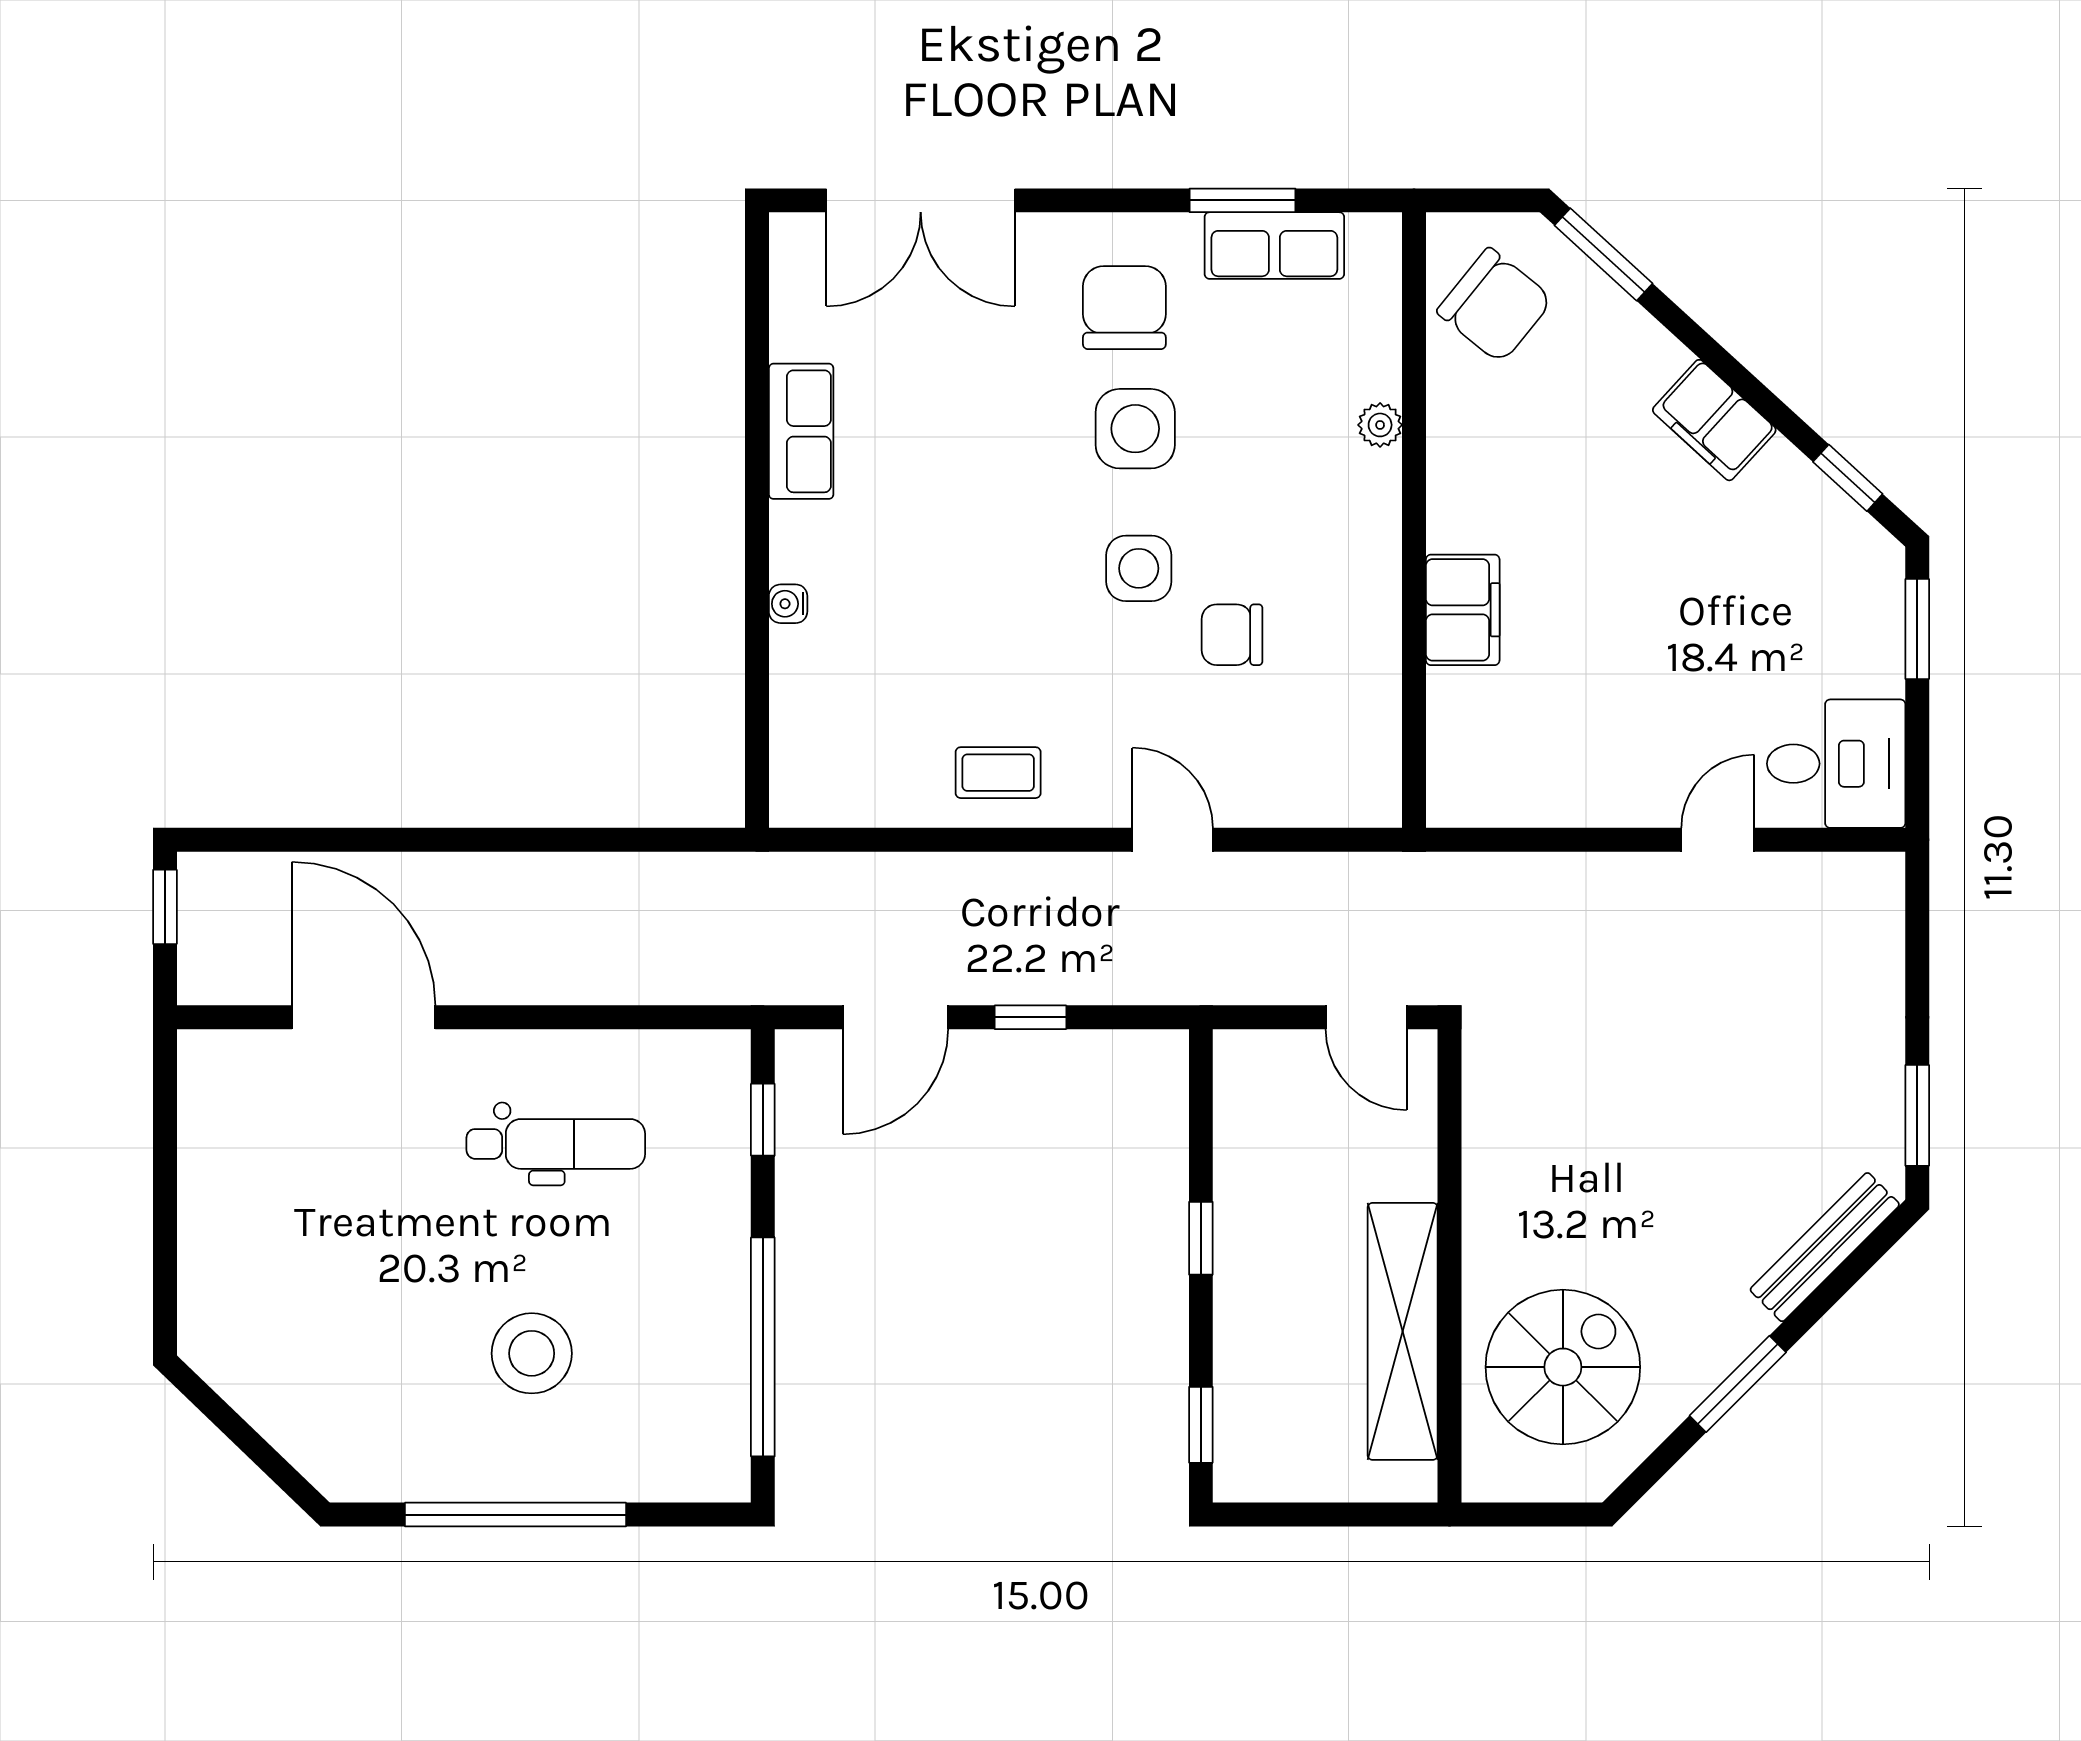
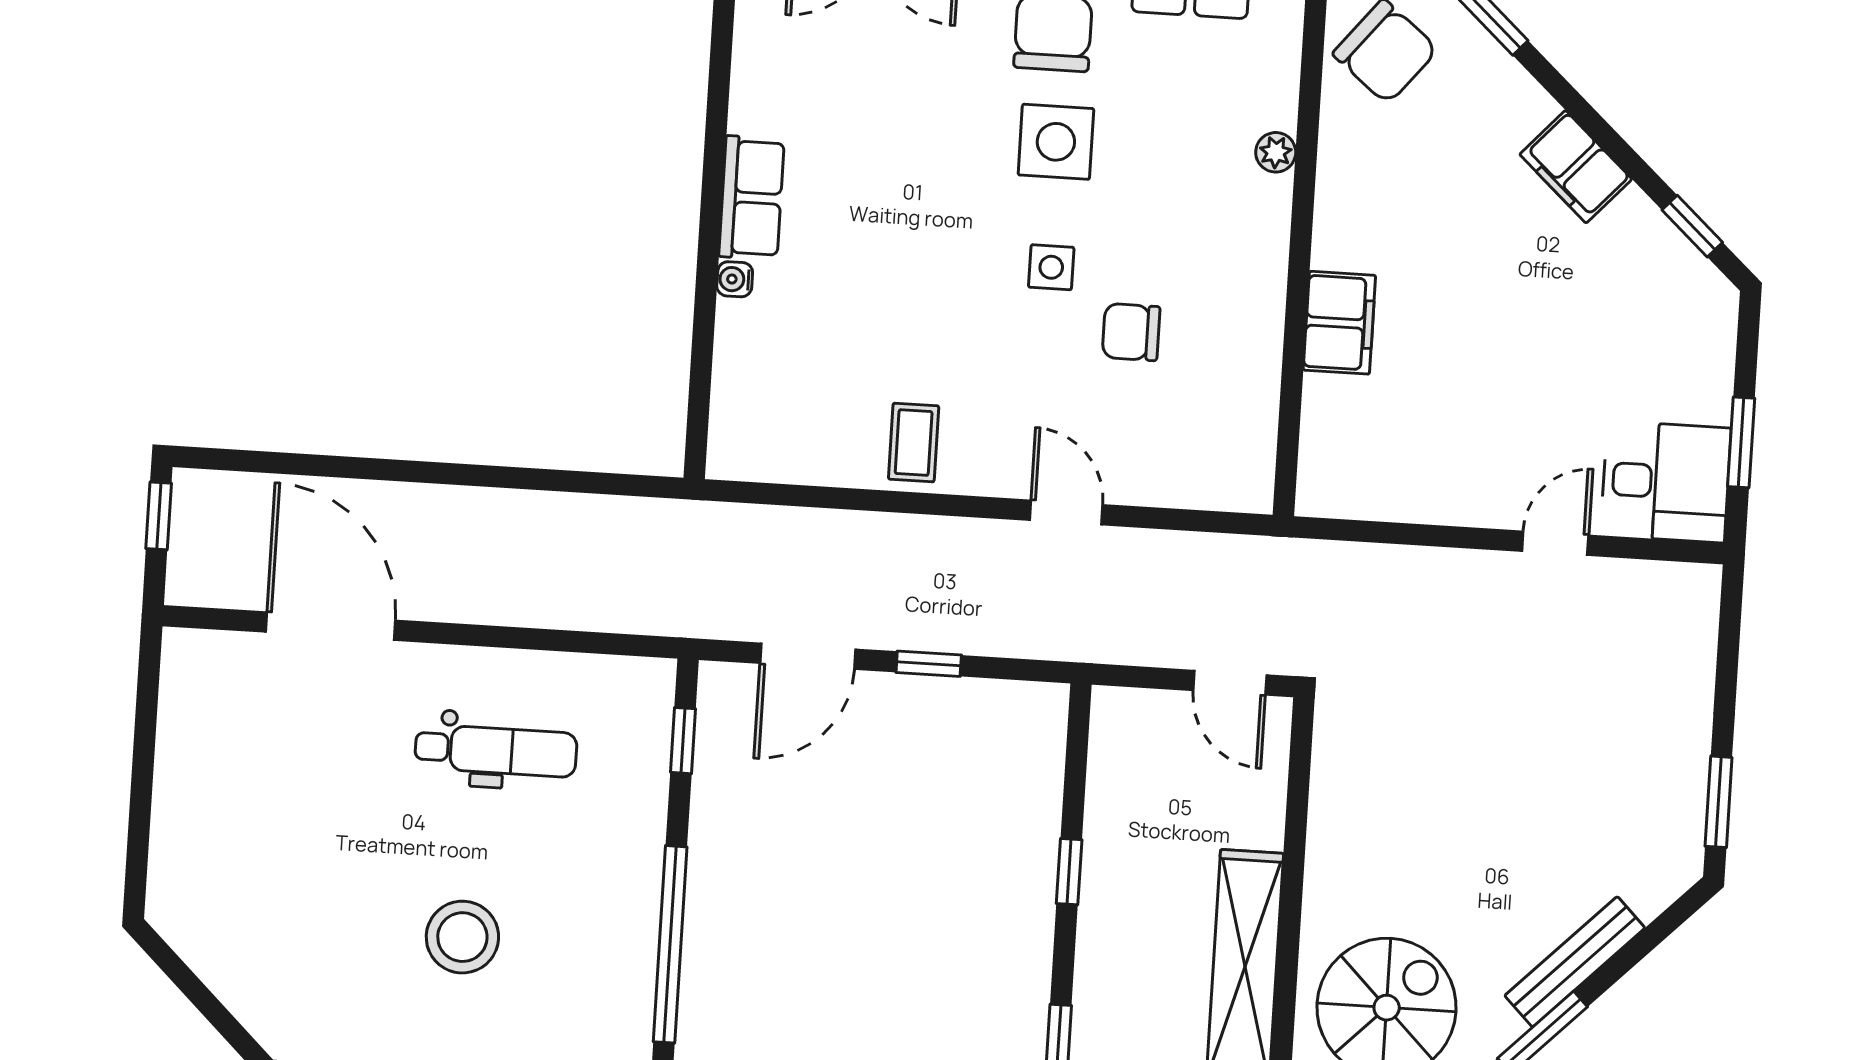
row of seats: (801, 431) -> (752, 198), moved
side table: (1139, 568) -> (1051, 267), width x0.73, depth x0.73
window: (1917, 629) -> (1741, 442), moved
coffee table: (998, 773) -> (914, 443), turned 90
bench: (1825, 1247) -> (1575, 962), moved

